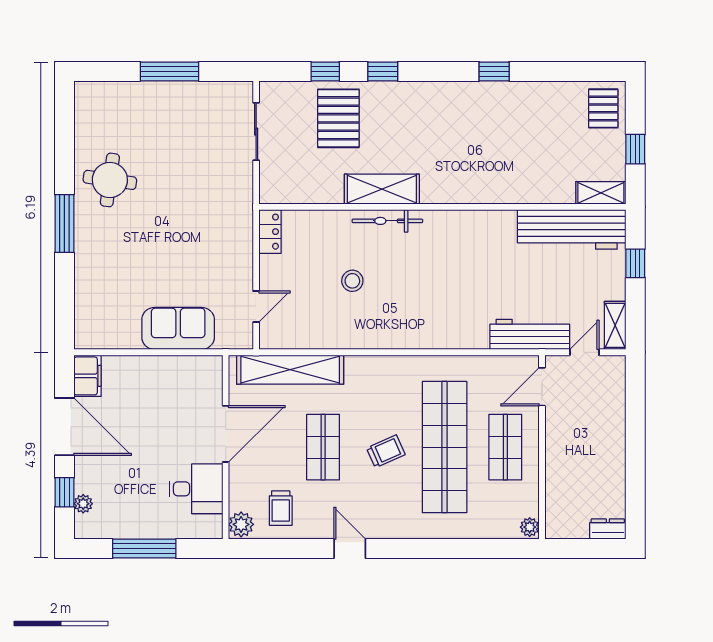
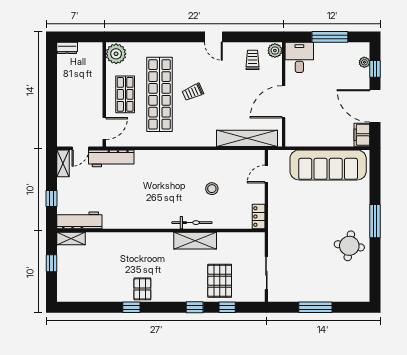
pallet: (603, 108) -> (142, 289), moved
workbench: (572, 229) -> (79, 220), width x0.73, depth x0.76
sofa: (178, 328) -> (328, 165), width x1.85, depth x1.27
shop shelf: (323, 447) -> (228, 94), removed
desk: (196, 489) -> (299, 57), moved, turned 90
plant: (530, 527) -> (116, 54), width x1.88, depth x1.88

